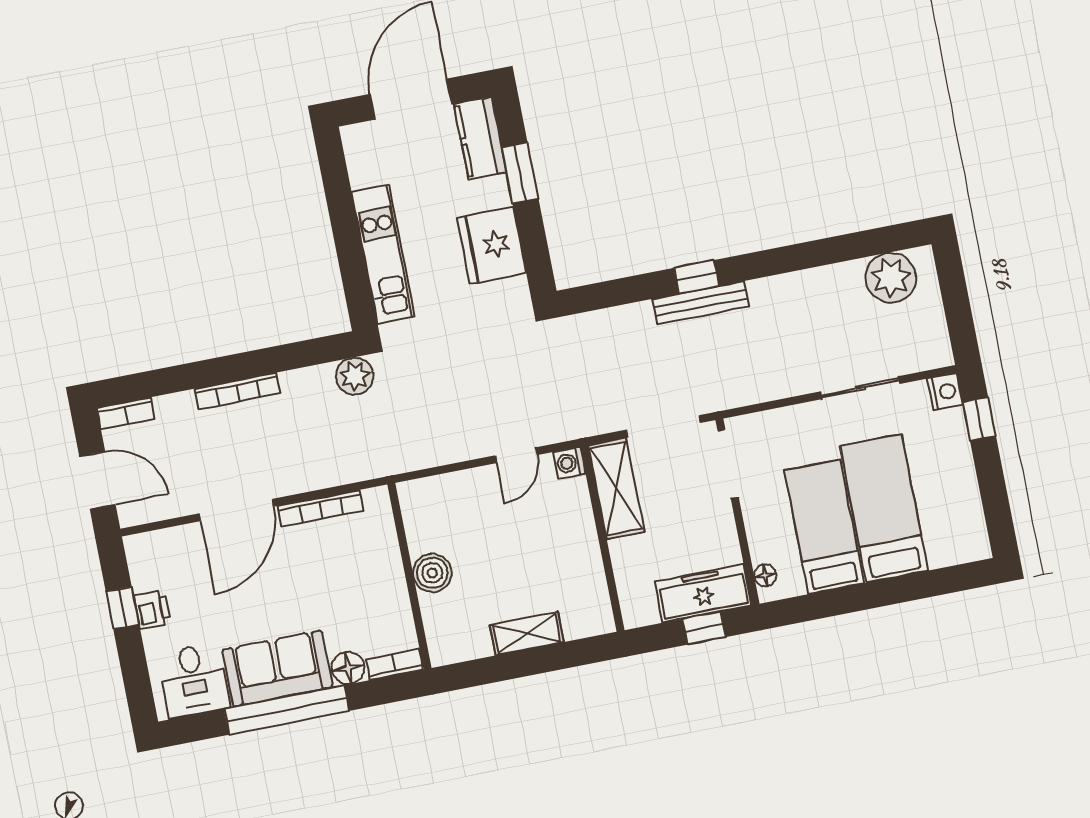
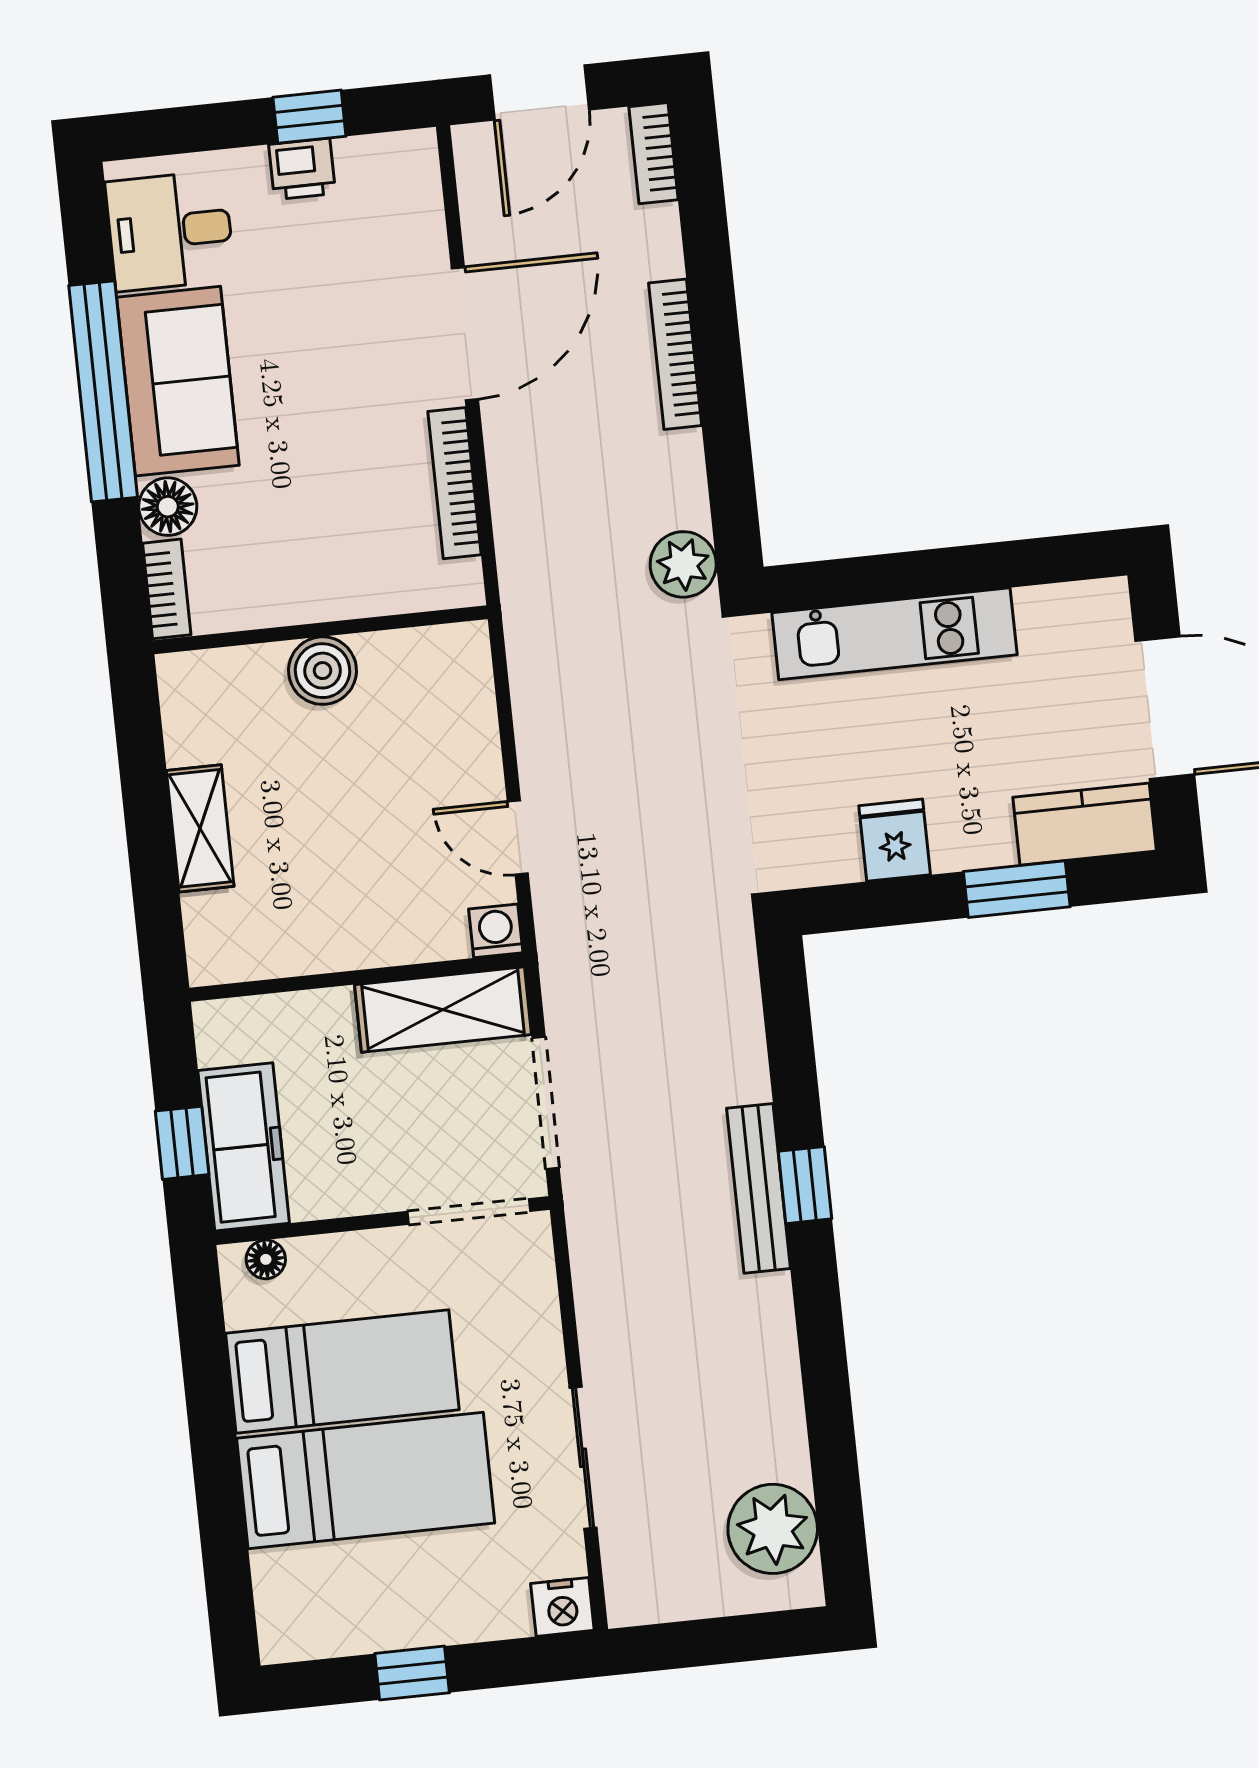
fridge: (492, 245) -> (895, 840), width x0.53, depth x0.75
window: (979, 419) -> (412, 1673), moved
door: (236, 510) -> (465, 334), swing flipped

